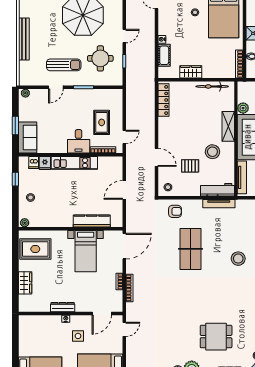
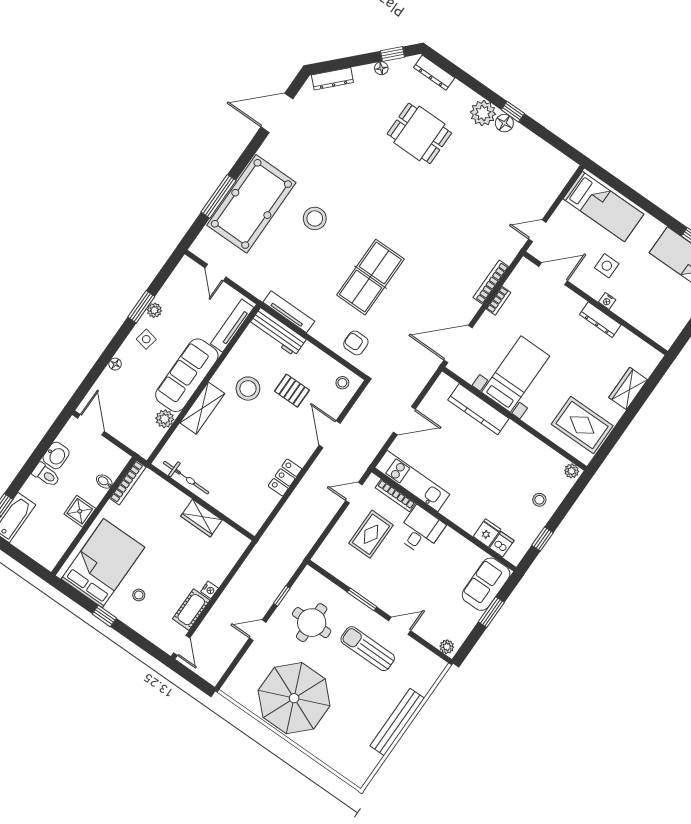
cot: (164, 55) -> (191, 610), moved
locker: (164, 100) -> (285, 477), moved, width x0.66
kitchen unit: (74, 163) -> (412, 481), moved

